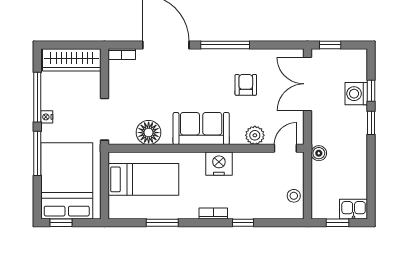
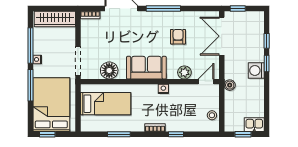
washing machine: (356, 94) -> (256, 70), moved
nightstand: (219, 164) -> (163, 89), width x0.53, depth x0.56

